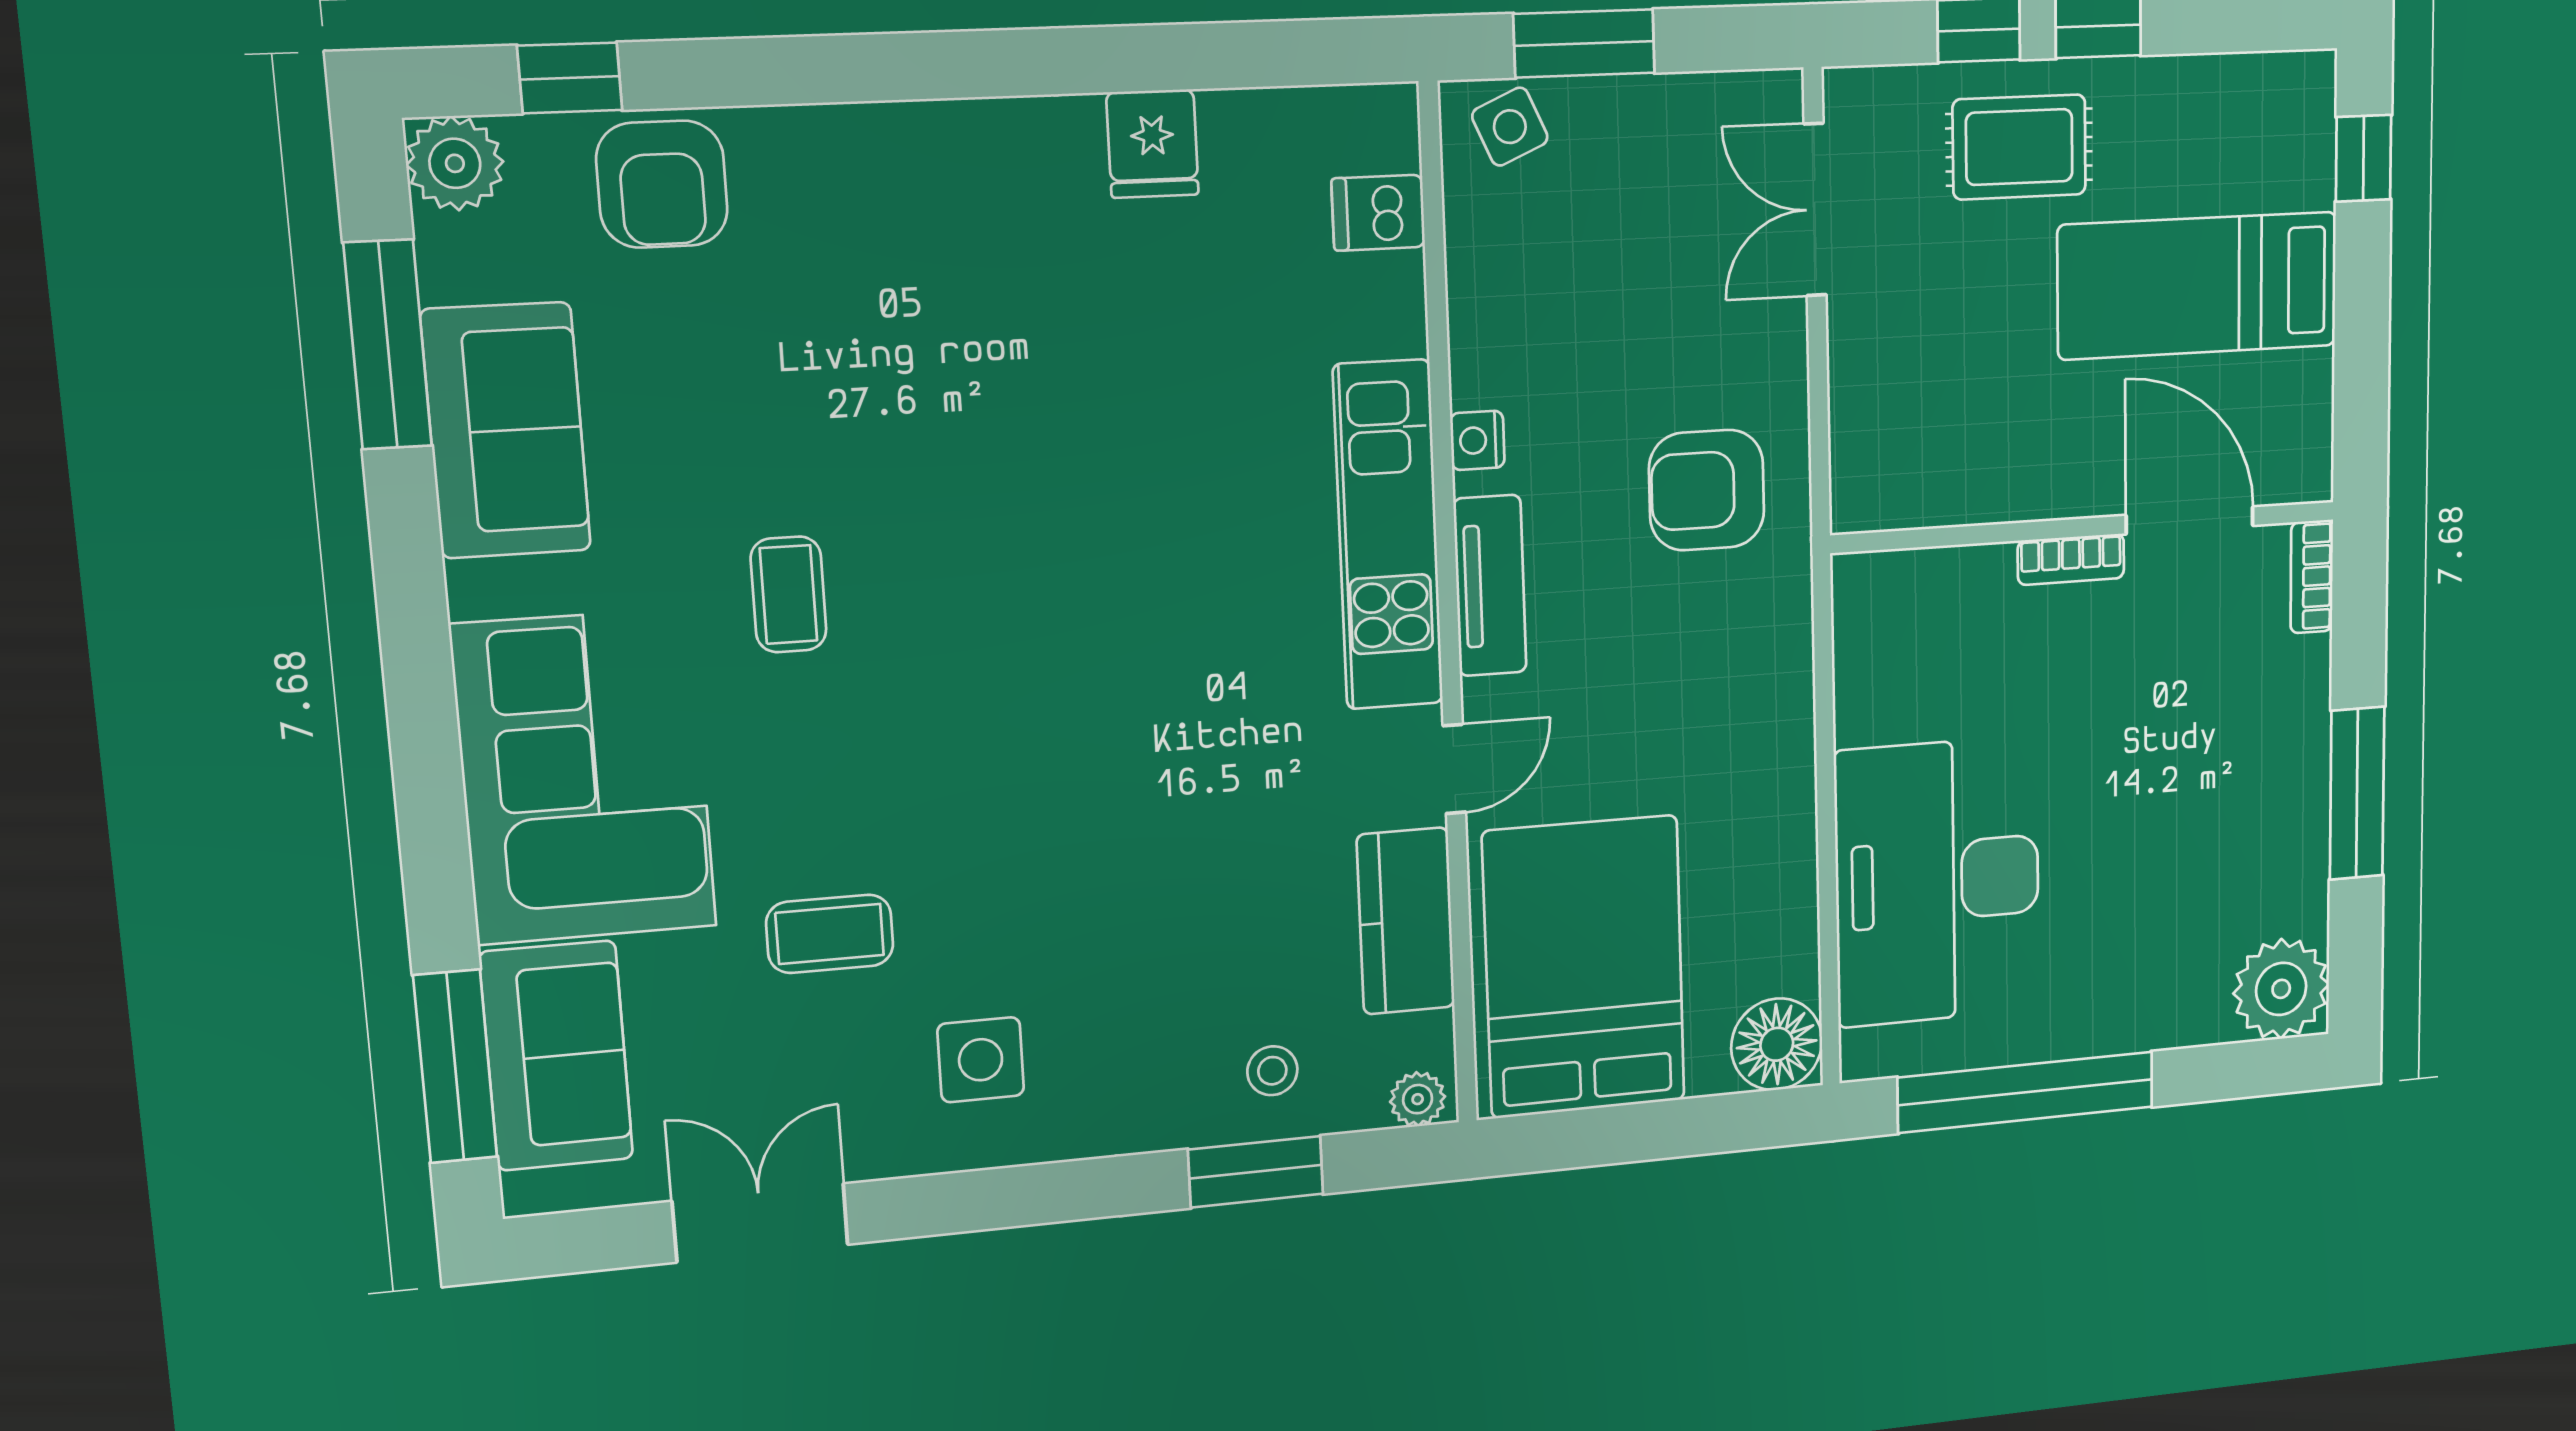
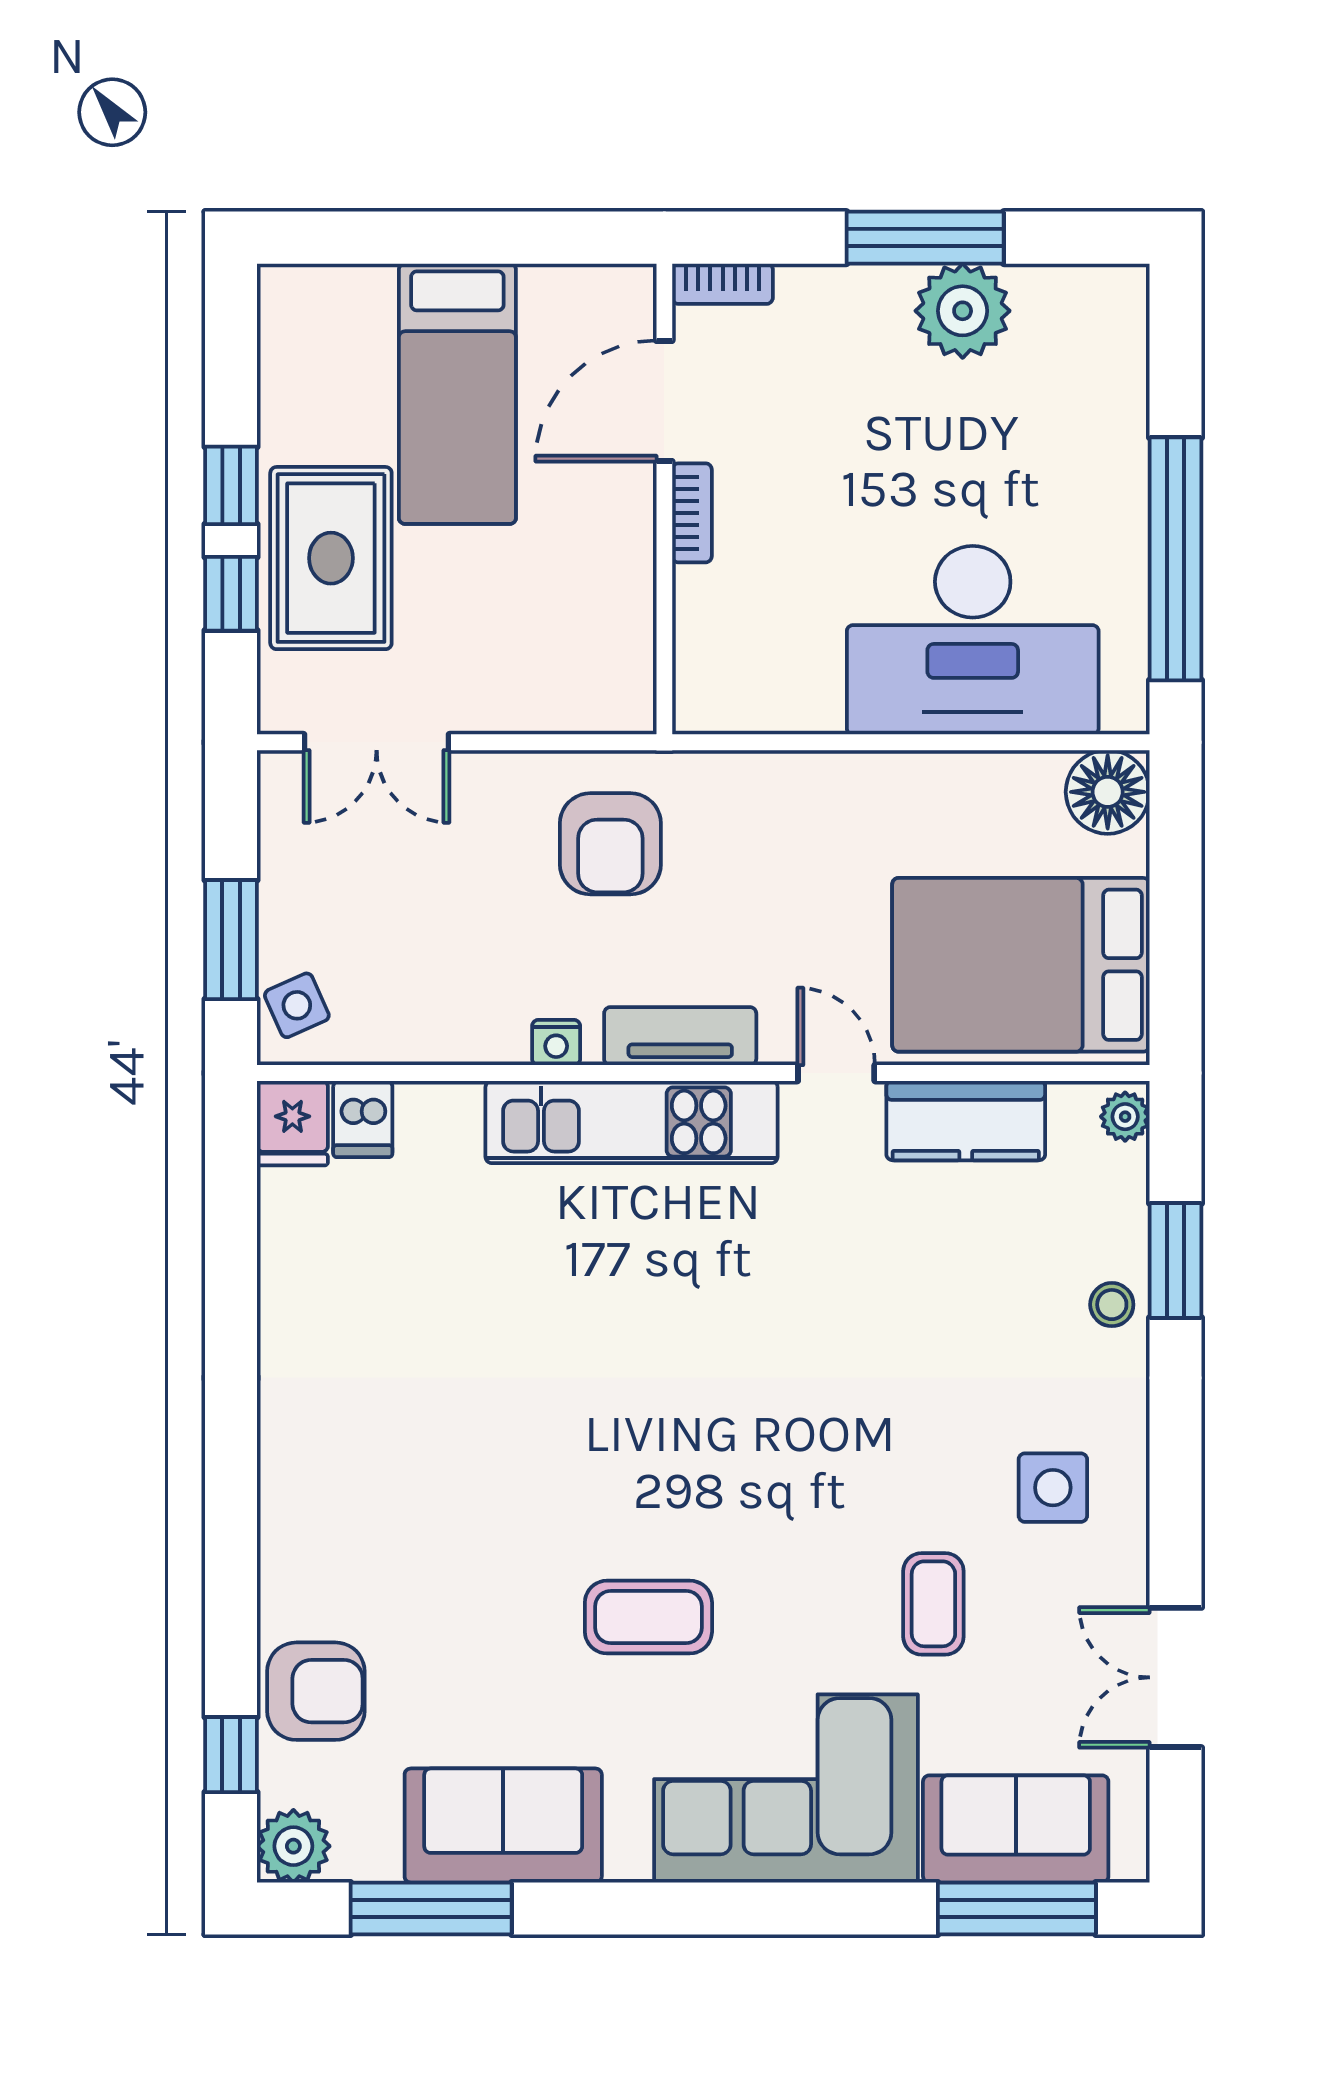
fridge: (1152, 144) -> (292, 1123), moved, turned 90
rug: (2019, 147) -> (331, 558), width x1.36, depth x1.43
window: (2363, 158) -> (353, 238), removed
coffee table: (788, 594) -> (648, 1617), width x1.36, depth x1.30
plant: (2281, 989) -> (963, 311), moved
stool: (1272, 1071) -> (1112, 1305), moved

